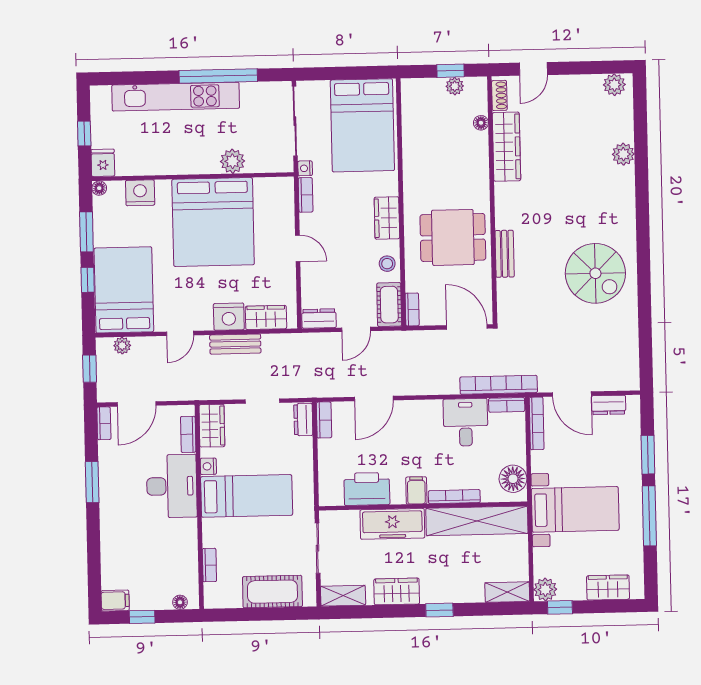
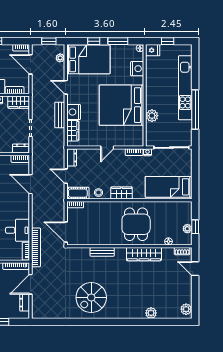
bed: (362, 125) -> (169, 187), width x0.67
wardrobe: (506, 147) -> (144, 254), moved
dining table: (453, 237) -> (136, 224), moved
door: (467, 327) -> (66, 232), swing flipped

